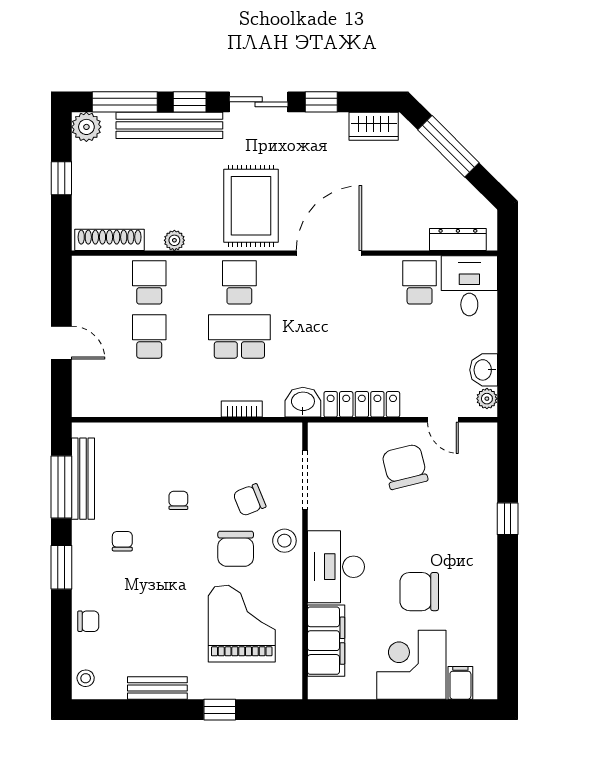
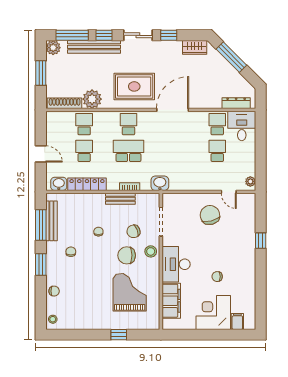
window: (61, 178) -> (41, 73), width x1.50
rug: (251, 206) -> (134, 86), turned 90
plant: (174, 240) -> (92, 99), width x1.87, depth x1.87
school desk: (420, 336) -> (217, 151), added
washbasin: (484, 370) -> (59, 184), moved, turned 90
locker: (362, 404) -> (87, 184), moved
chair: (236, 549) -> (127, 255), turned 90
chair: (419, 592) -> (217, 277), width x0.54, depth x0.54
bench: (157, 688) -> (120, 199), moved

